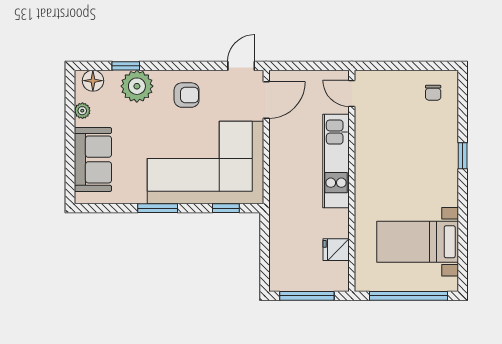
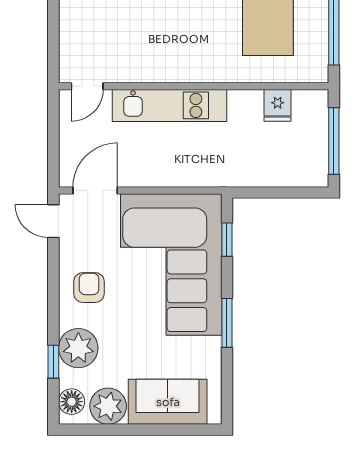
door: (266, 100) -> (95, 190), hinge flipped
plant: (82, 111) -> (108, 406), width x1.87, depth x1.87

